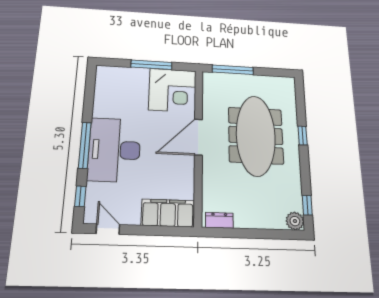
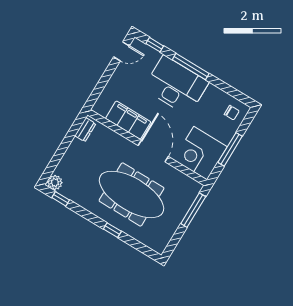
chair: (112, 81) -> (232, 113), added
filing cabinet: (168, 213) -> (128, 120), moved, turned -90

